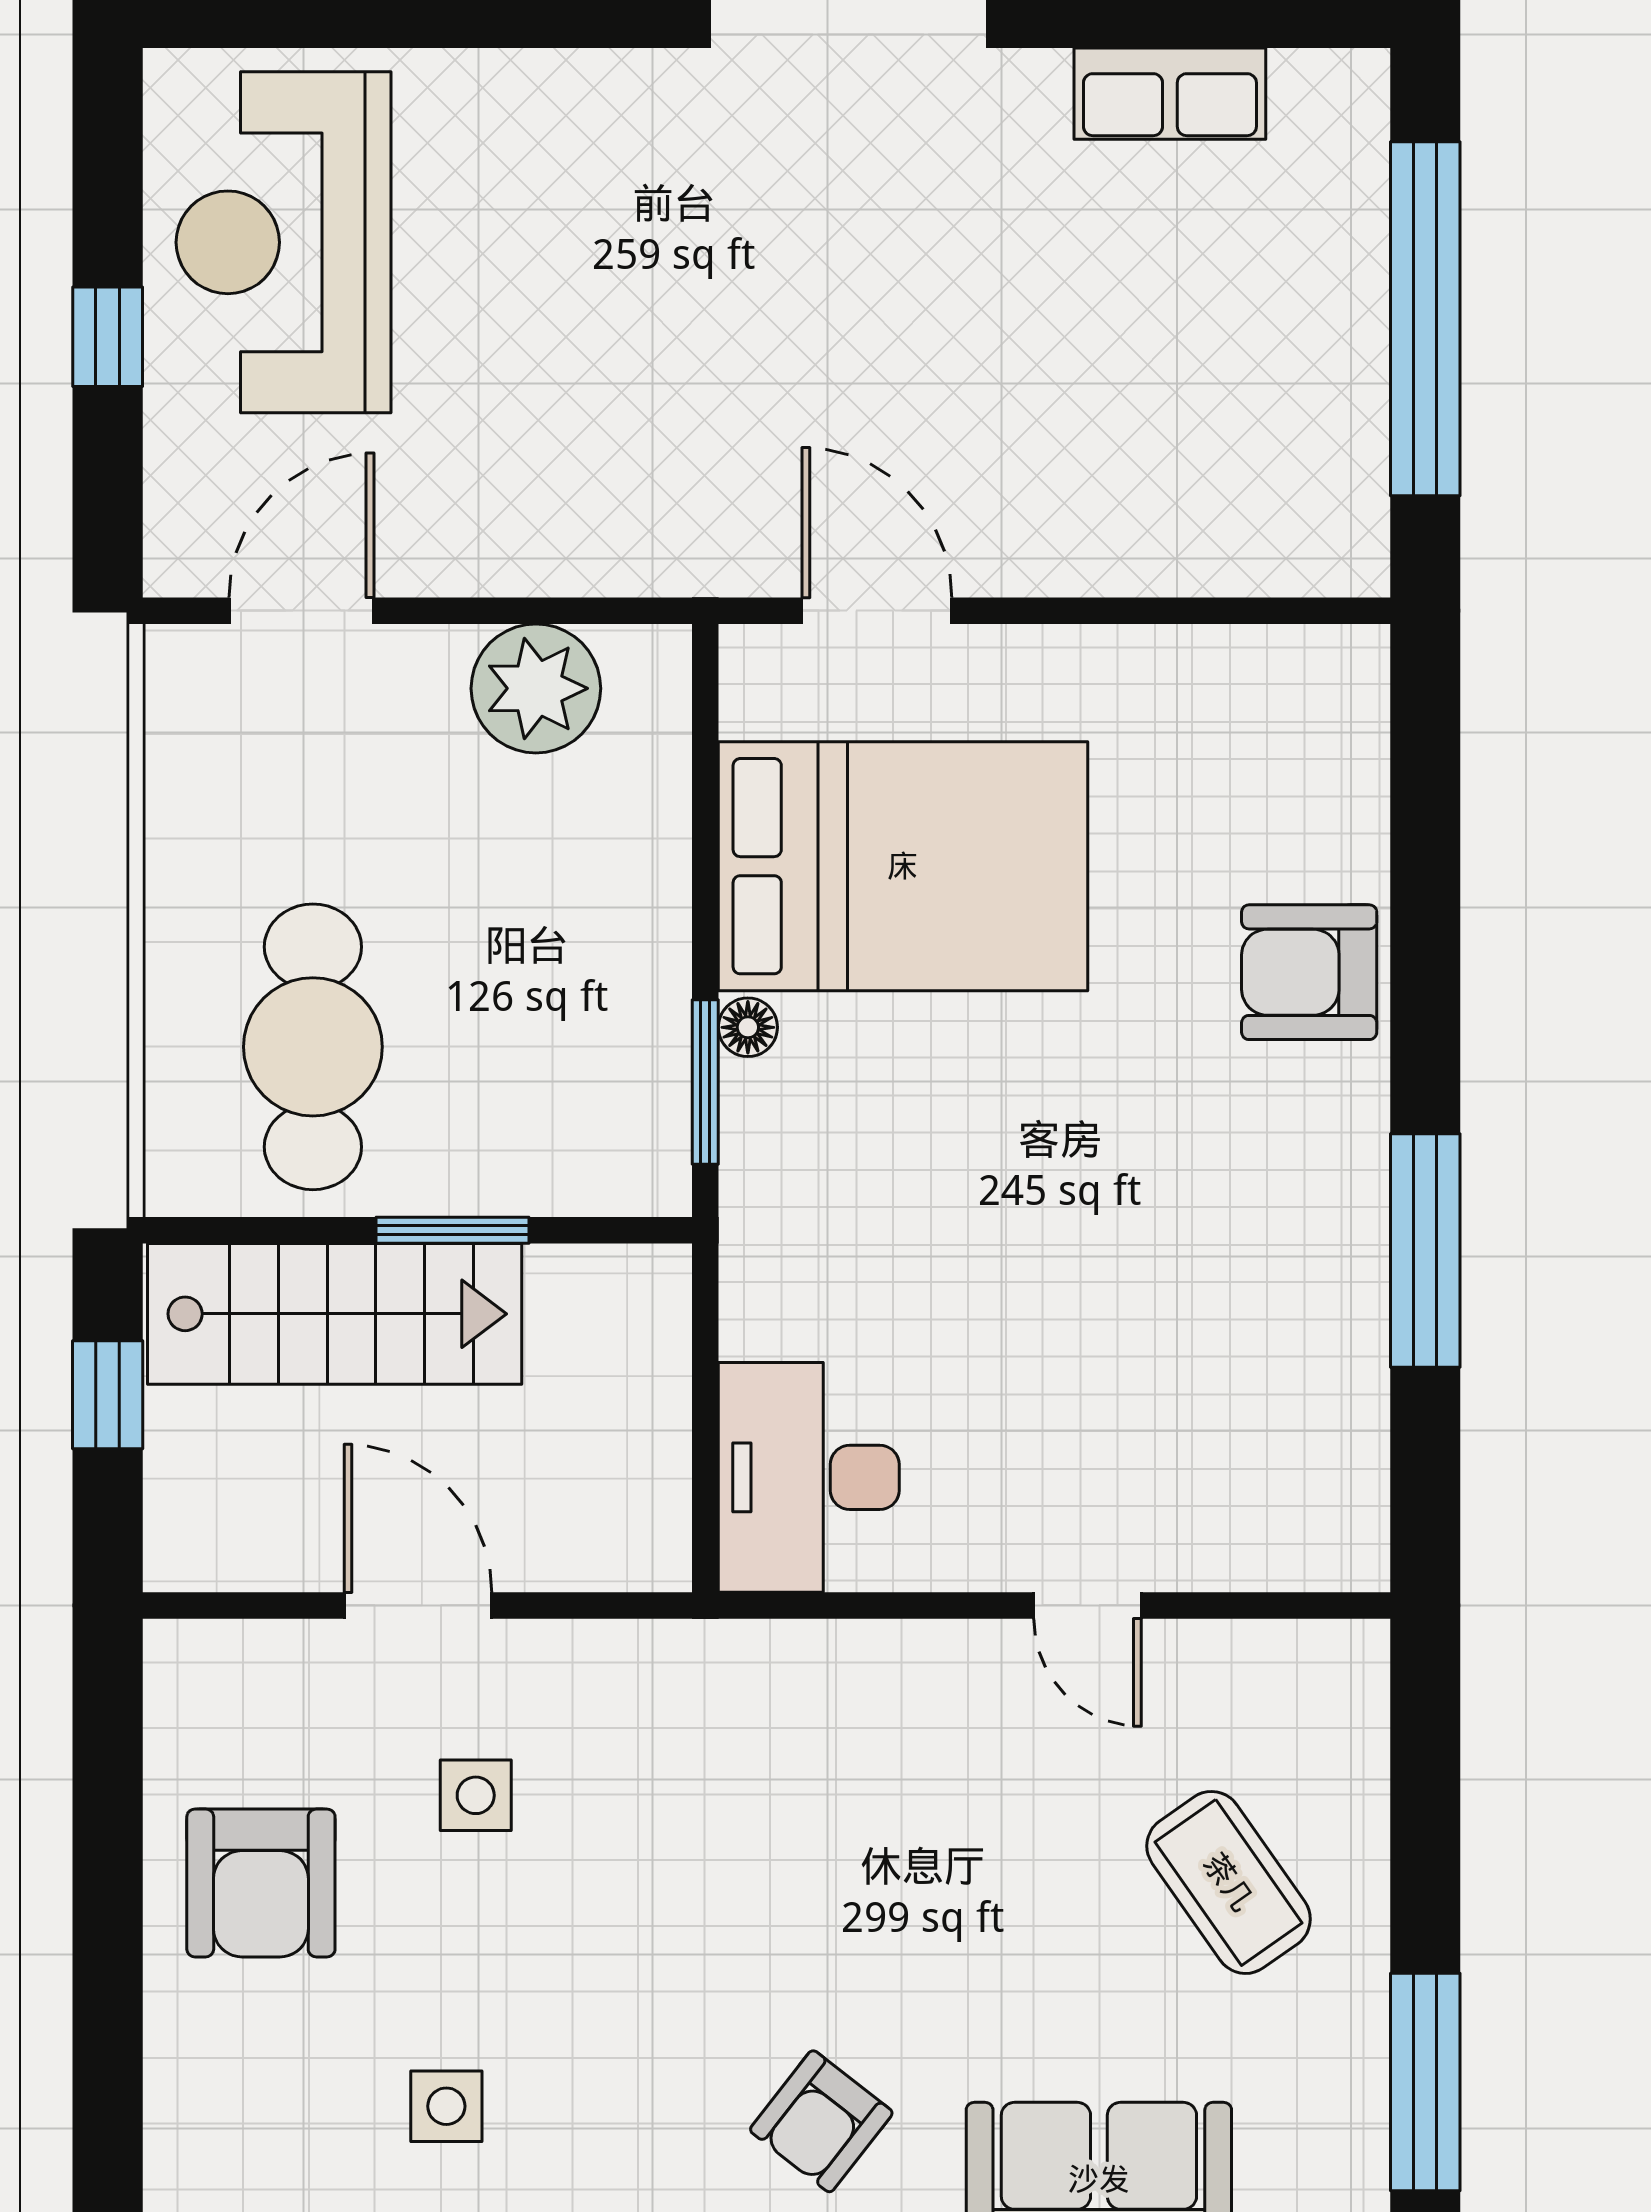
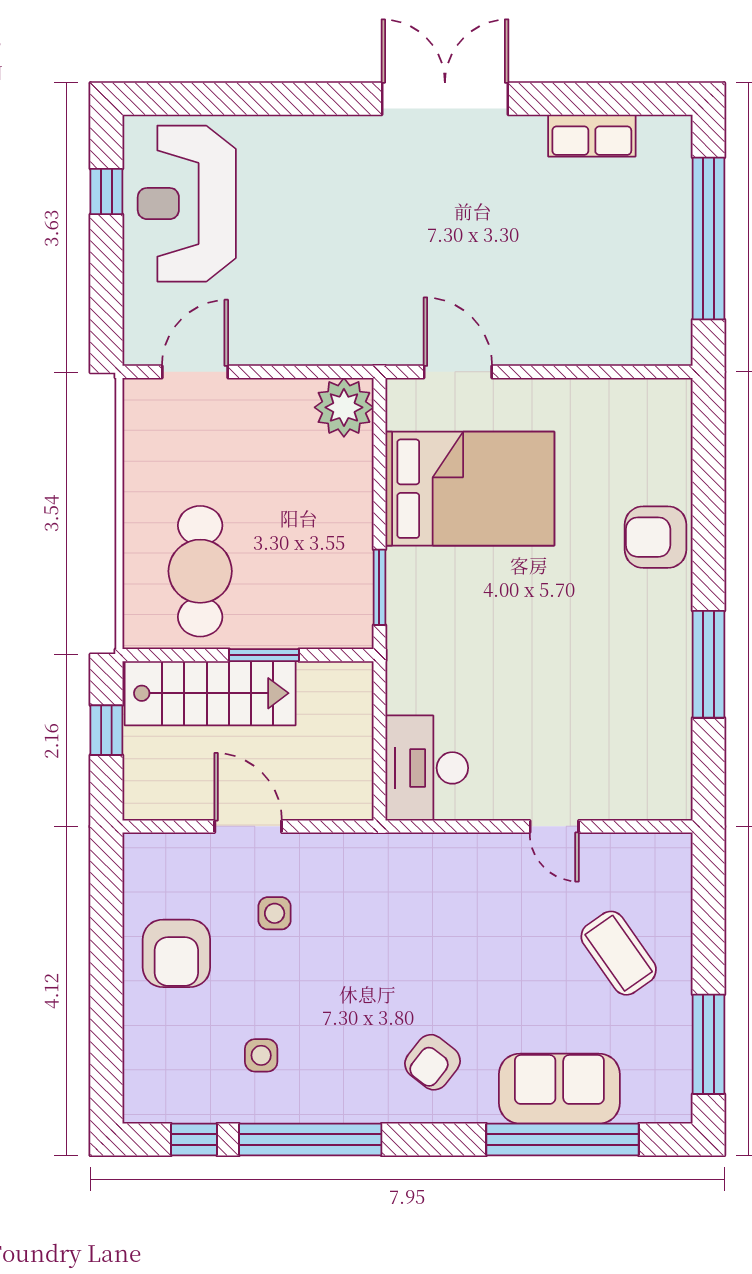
window: (108, 337) -> (106, 192), moved
plant: (536, 688) -> (344, 407), moved
floor lamp: (748, 1027) -> (399, 562), removed

